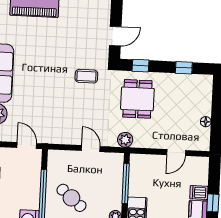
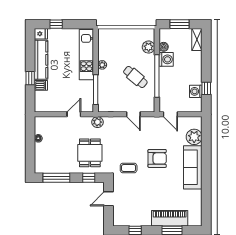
window: (184, 68) -> (56, 178), width x2.17
armchair: (47, 87) -> (157, 158), added
door: (91, 149) -> (133, 114), moved
door: (176, 153) -> (74, 114), moved

